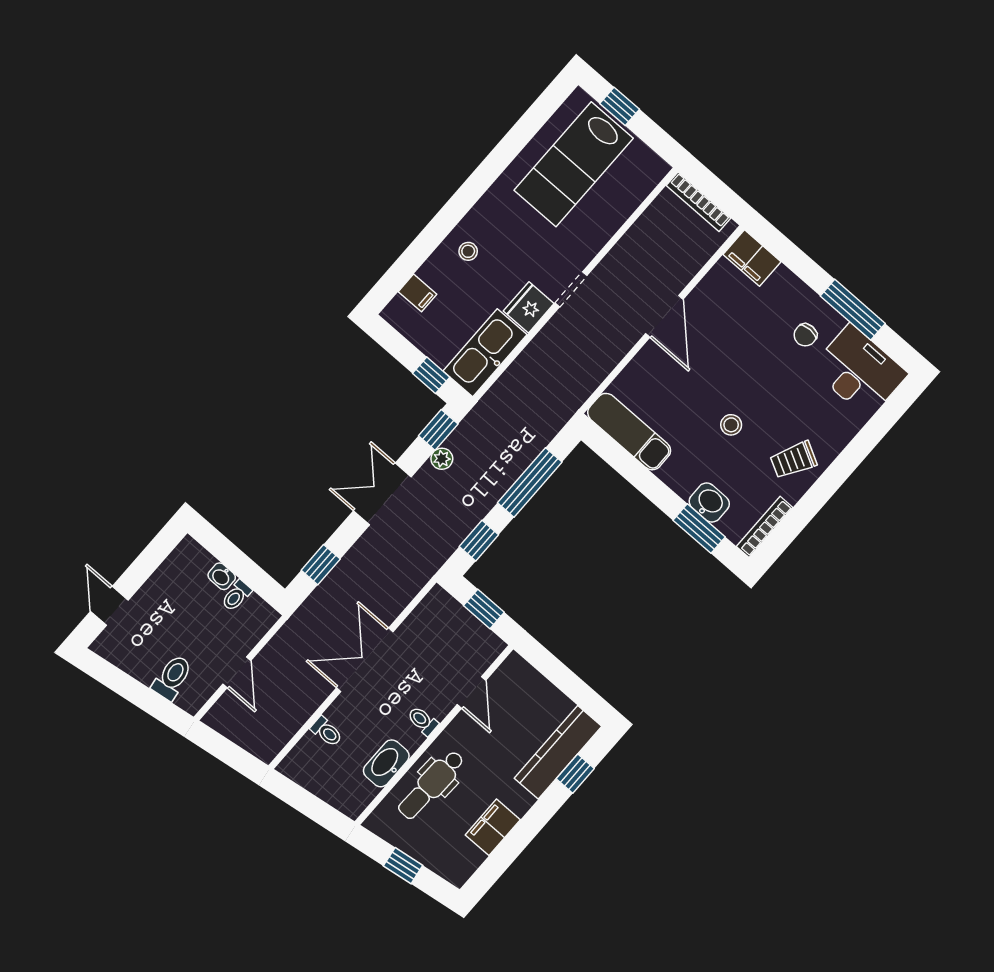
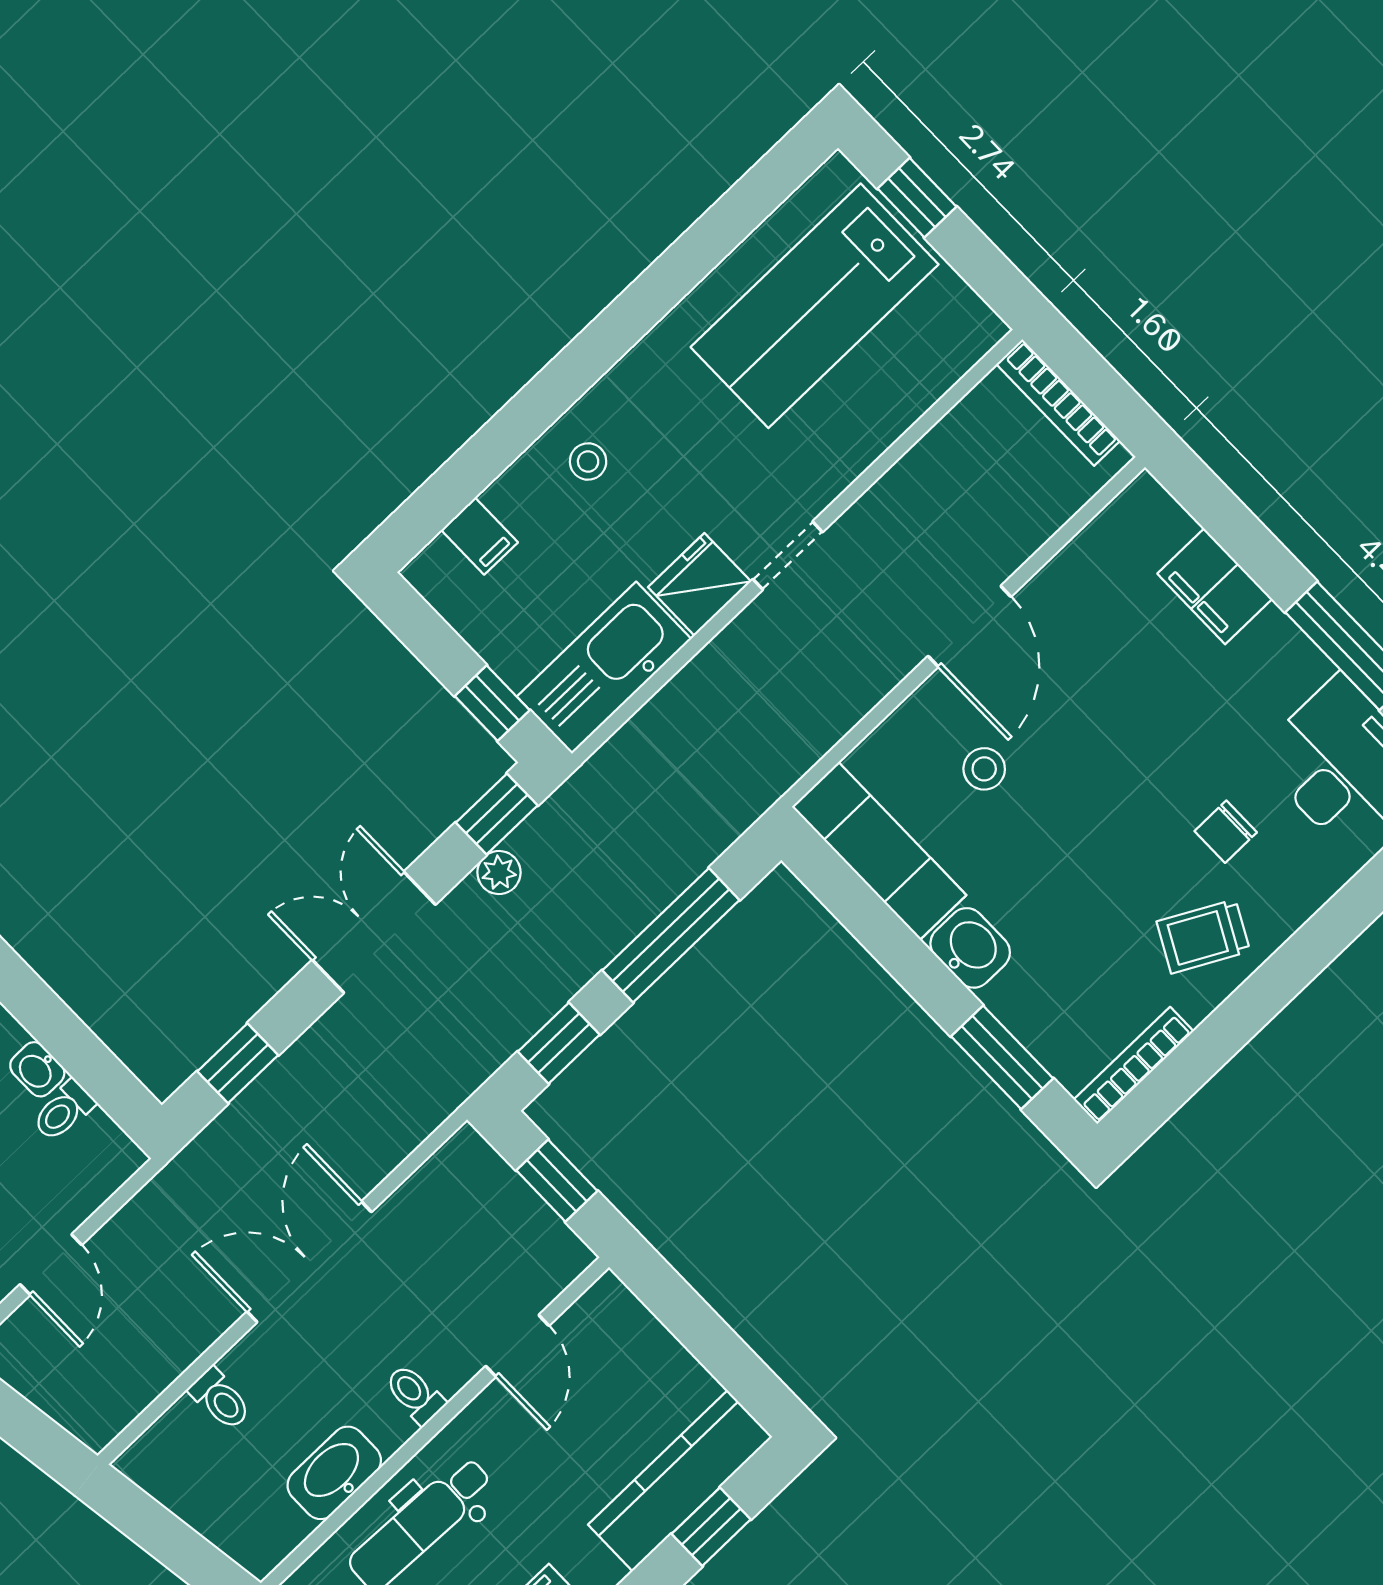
filing cabinet: (752, 258) -> (1215, 586), moved
chair: (805, 335) -> (1226, 832), moved
stool: (731, 425) -> (984, 769), moved
washbasin: (709, 503) -> (970, 948), moved

